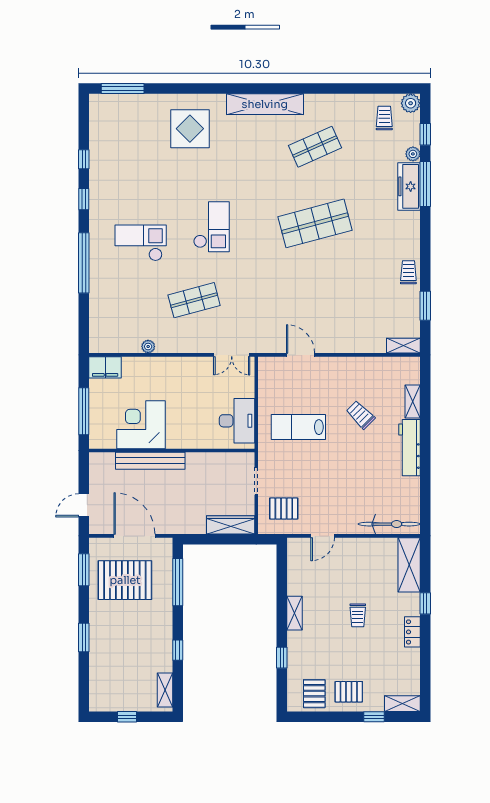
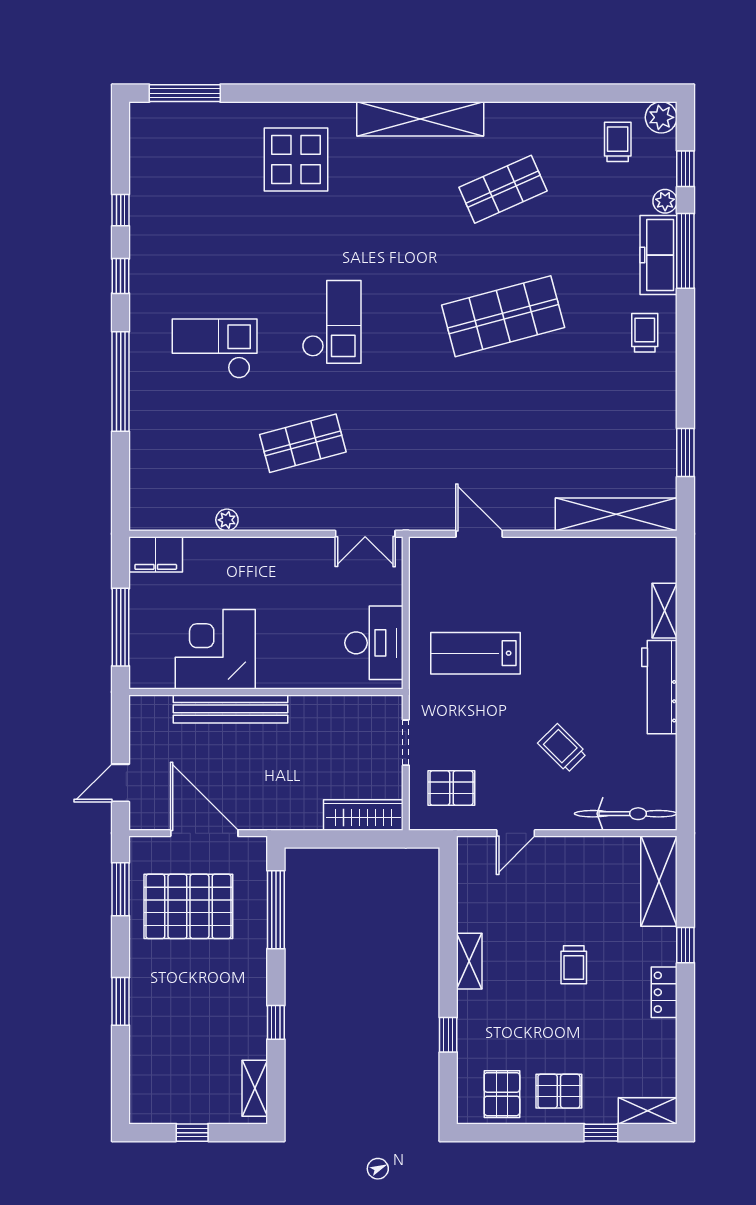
trolley: (408, 272) -> (645, 333), moved
shelving: (403, 346) -> (616, 514), width x2.20, depth x1.33
trolley: (361, 415) -> (562, 748), moved

